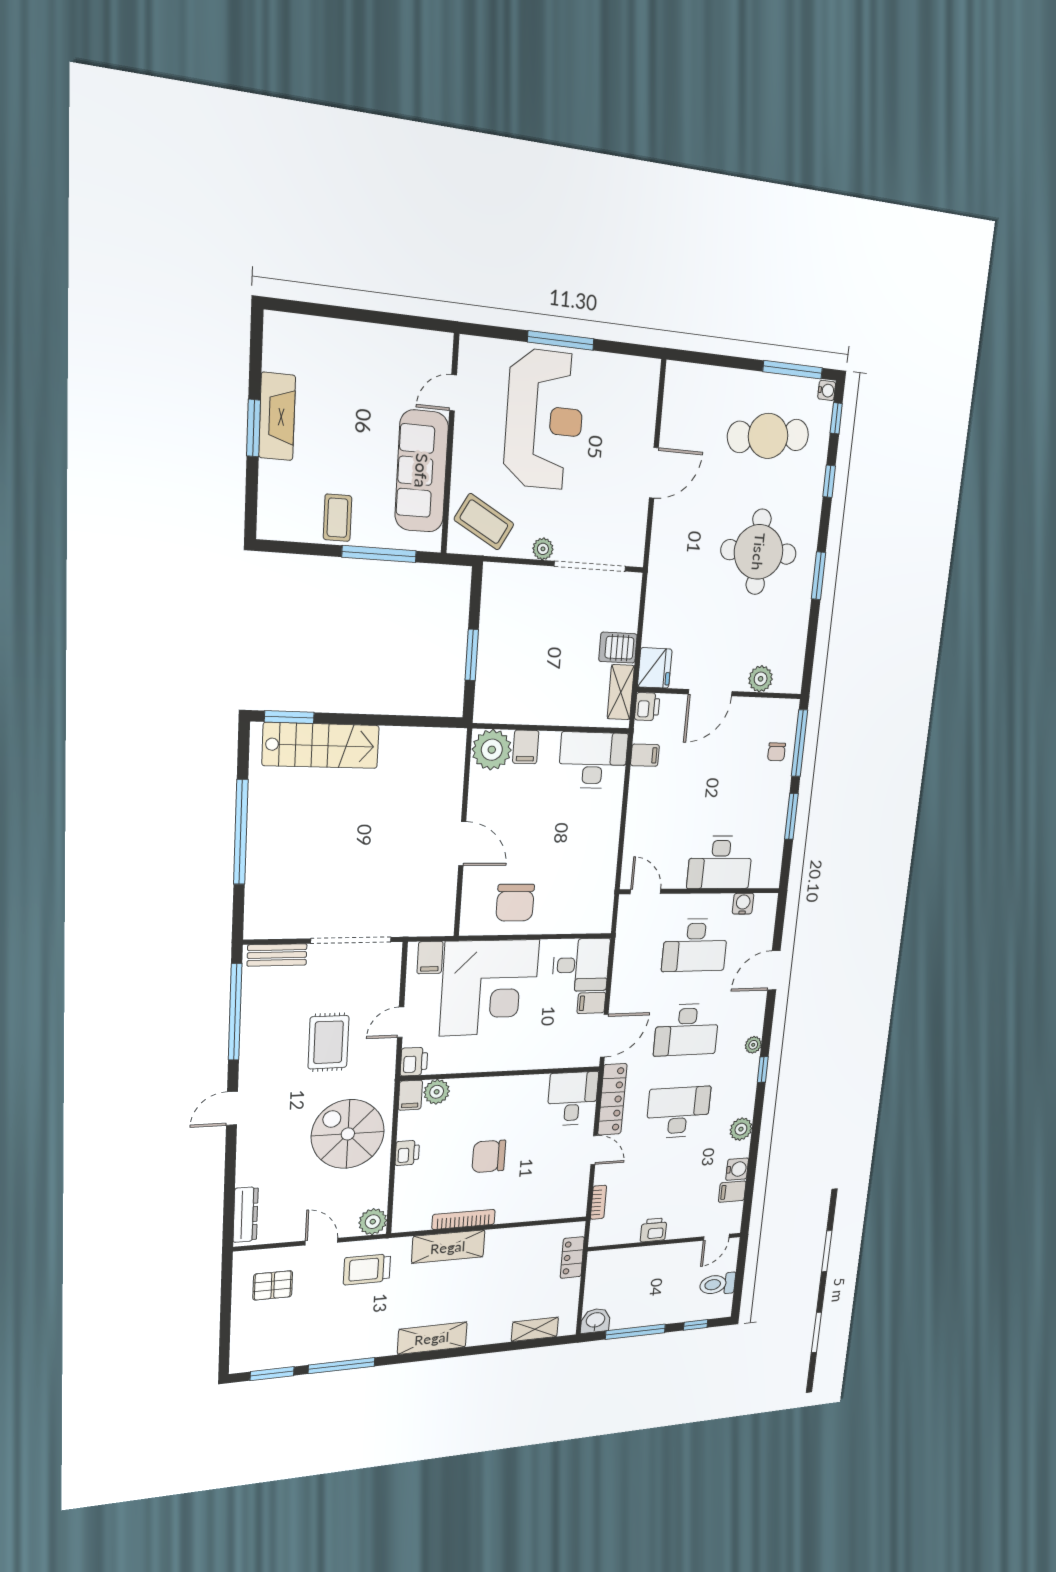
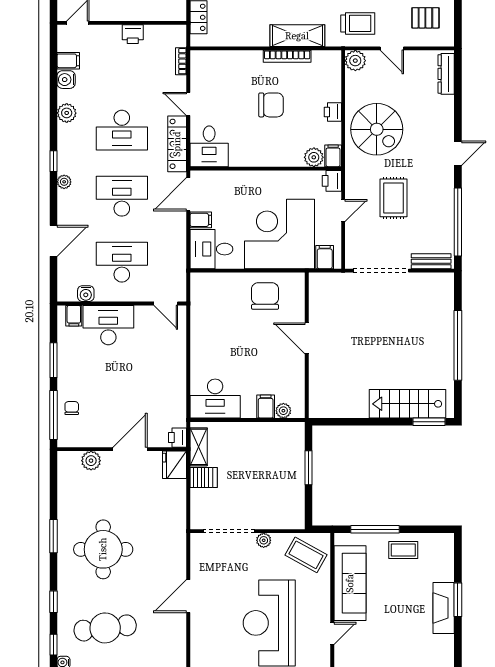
coffee table: (337, 518) -> (403, 550), turned 90
plant: (492, 750) -> (283, 411), width x0.53, depth x0.53
filing cabinet: (645, 755) -> (74, 316), moved, turned -90

